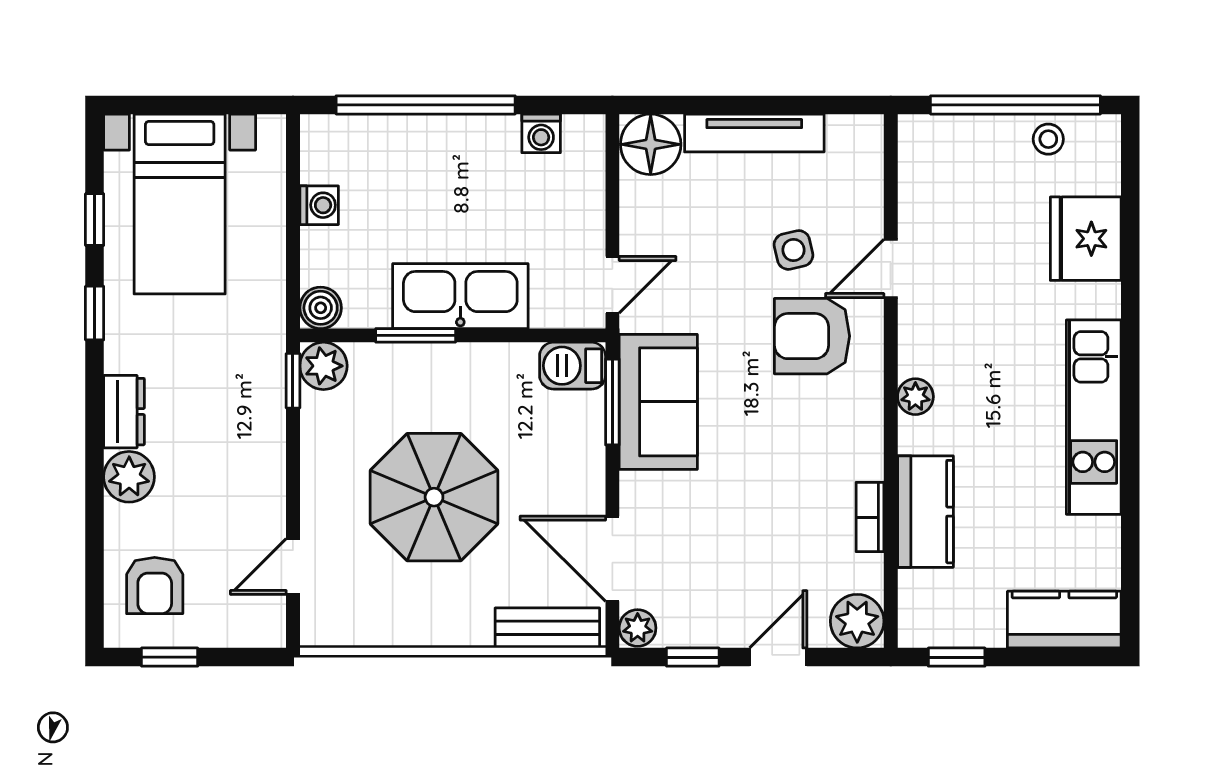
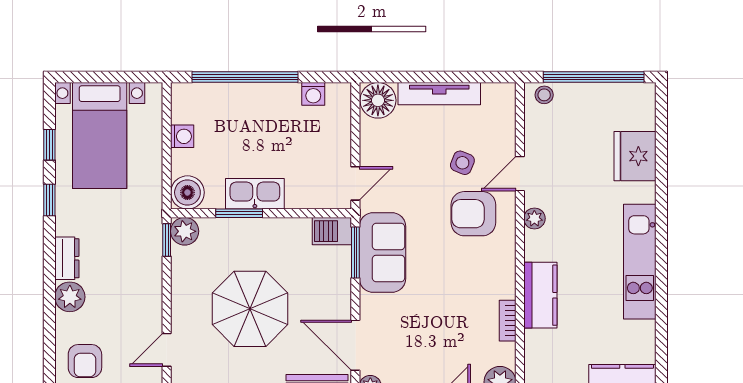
stool: (1048, 139) -> (544, 95), moved
side table: (793, 250) -> (462, 163), turned 35
kitchen sink: (460, 296) -> (255, 194), width x0.73, depth x0.81
boiler: (321, 308) -> (187, 192), width x1.36, depth x1.36
plant: (915, 397) -> (534, 218), moved
kitchen counter: (925, 512) -> (540, 295), moved

